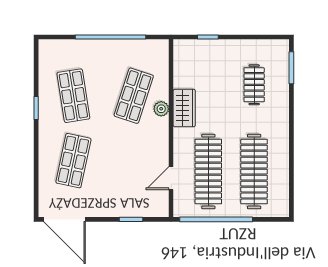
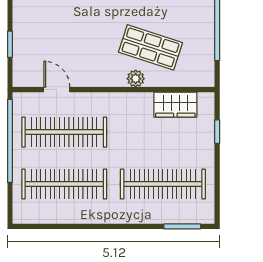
clothes rail: (254, 85) -> (163, 184), width x1.86, depth x1.31
wardrobe: (184, 108) -> (175, 105), moved

